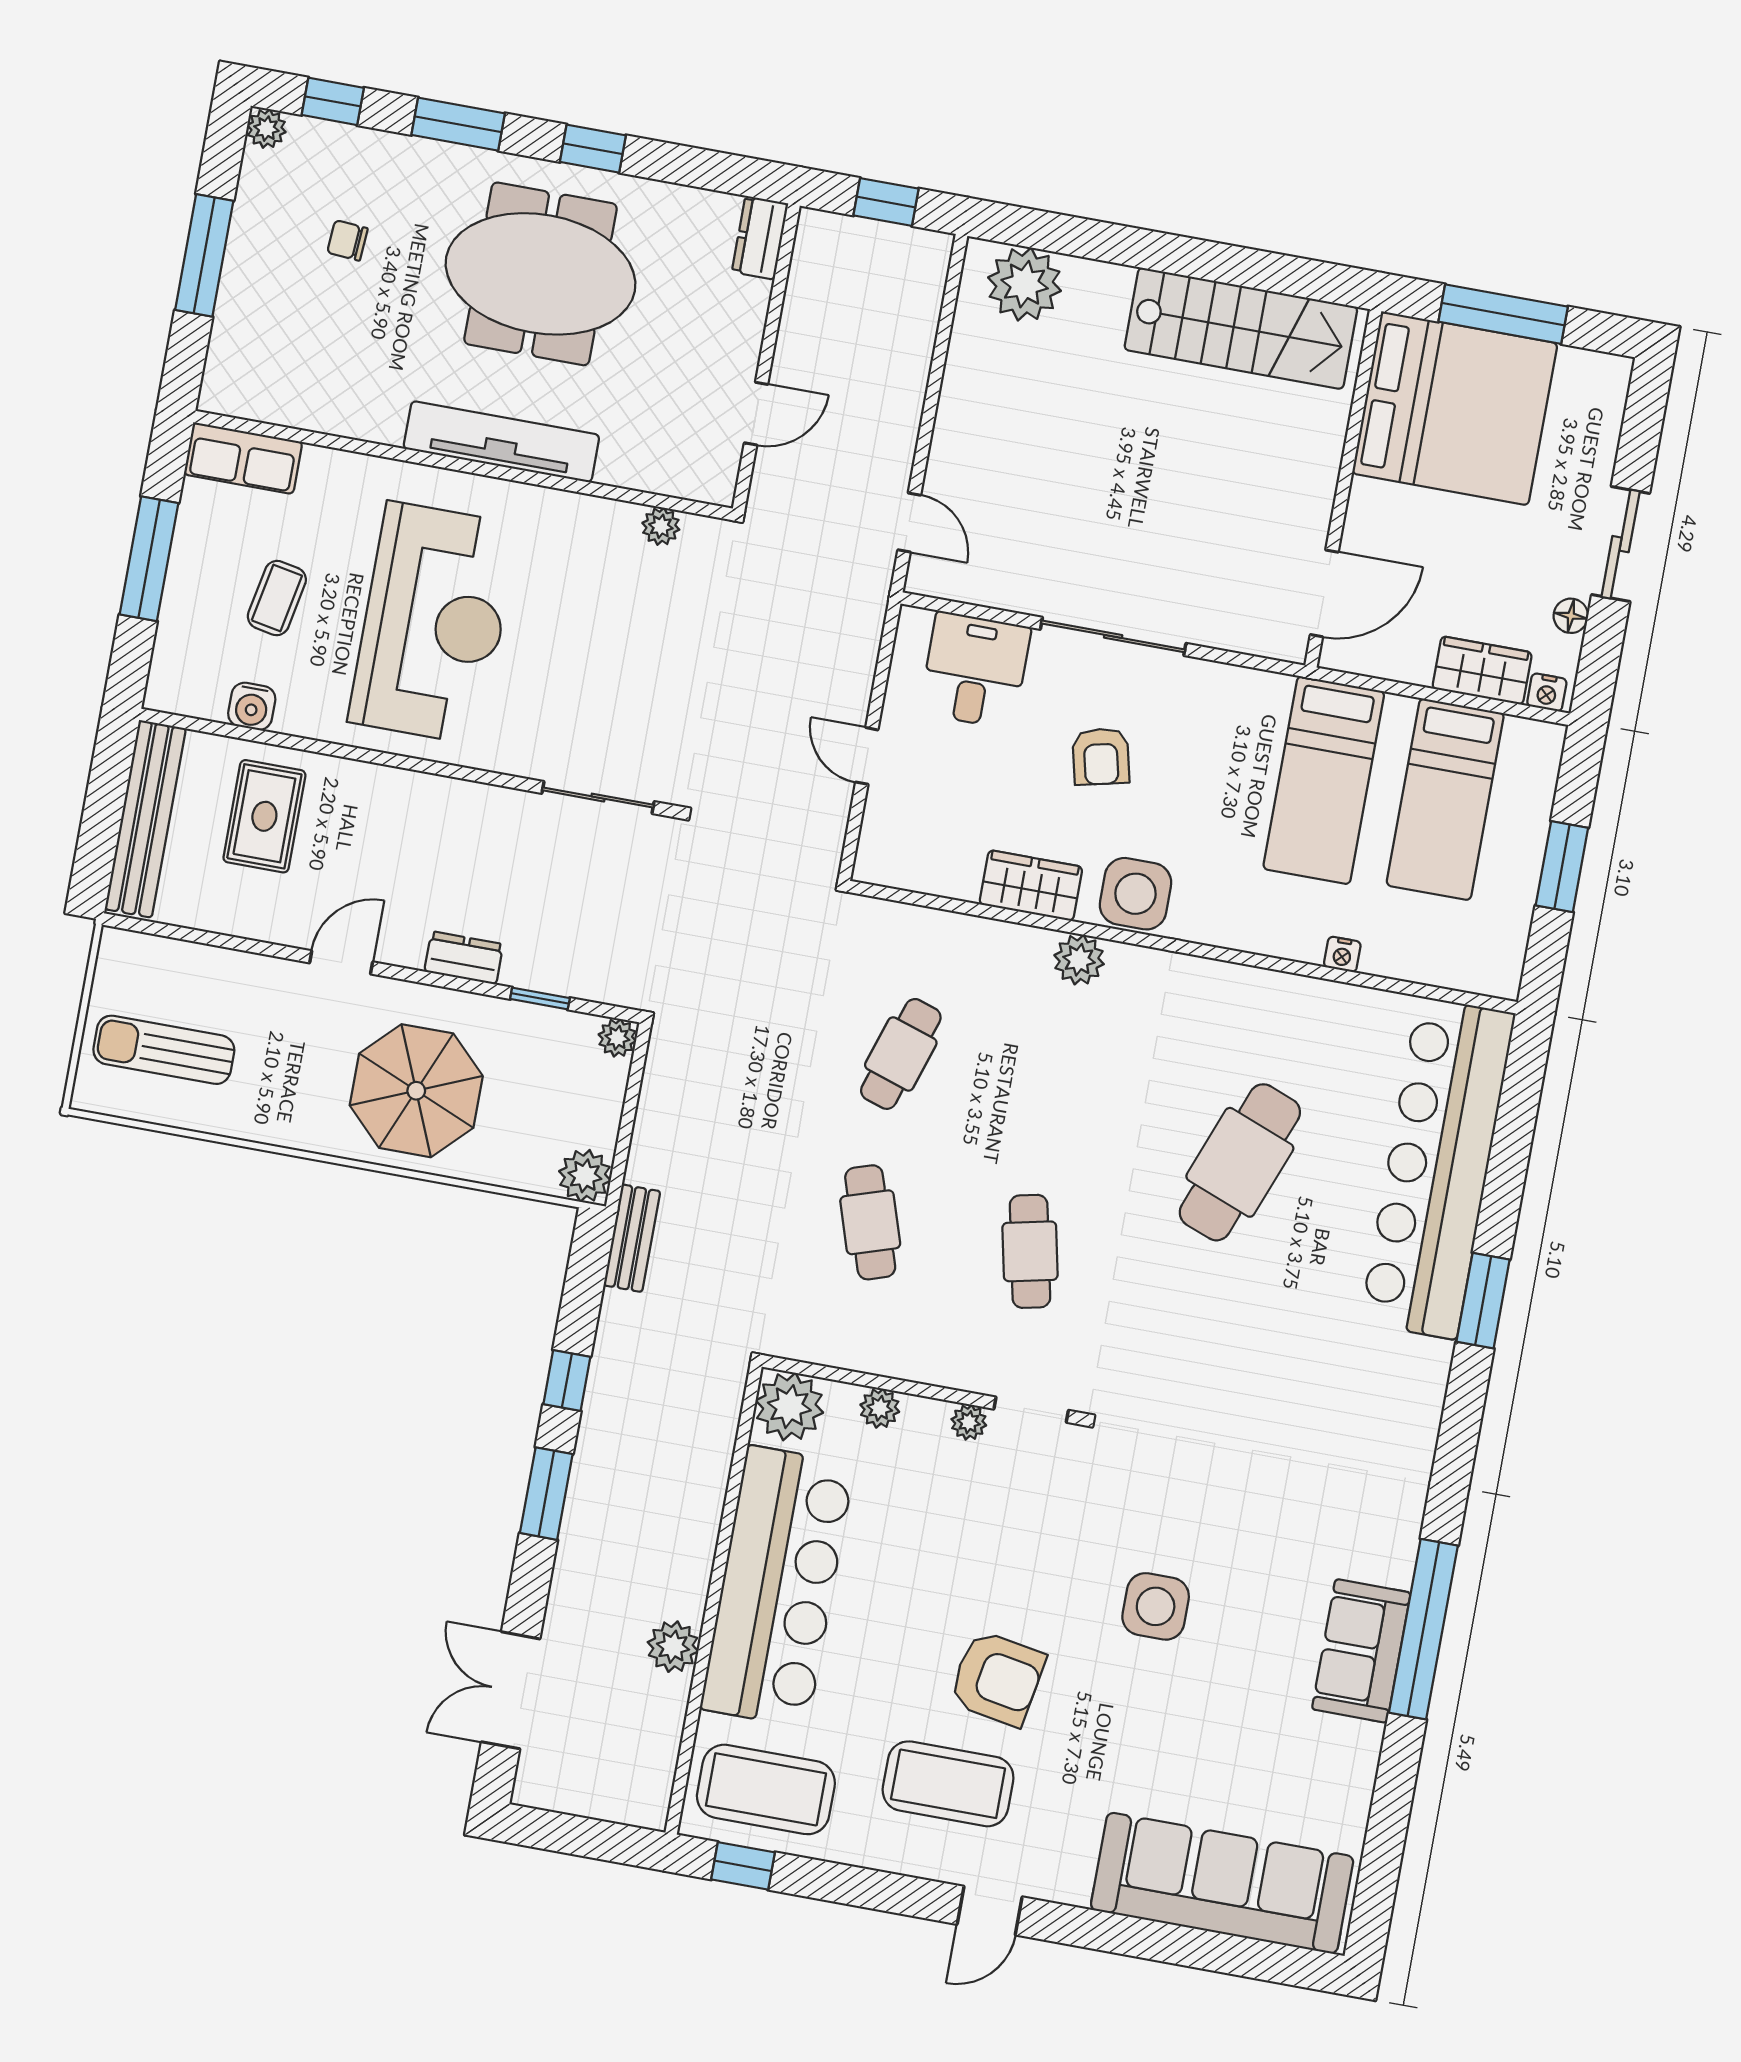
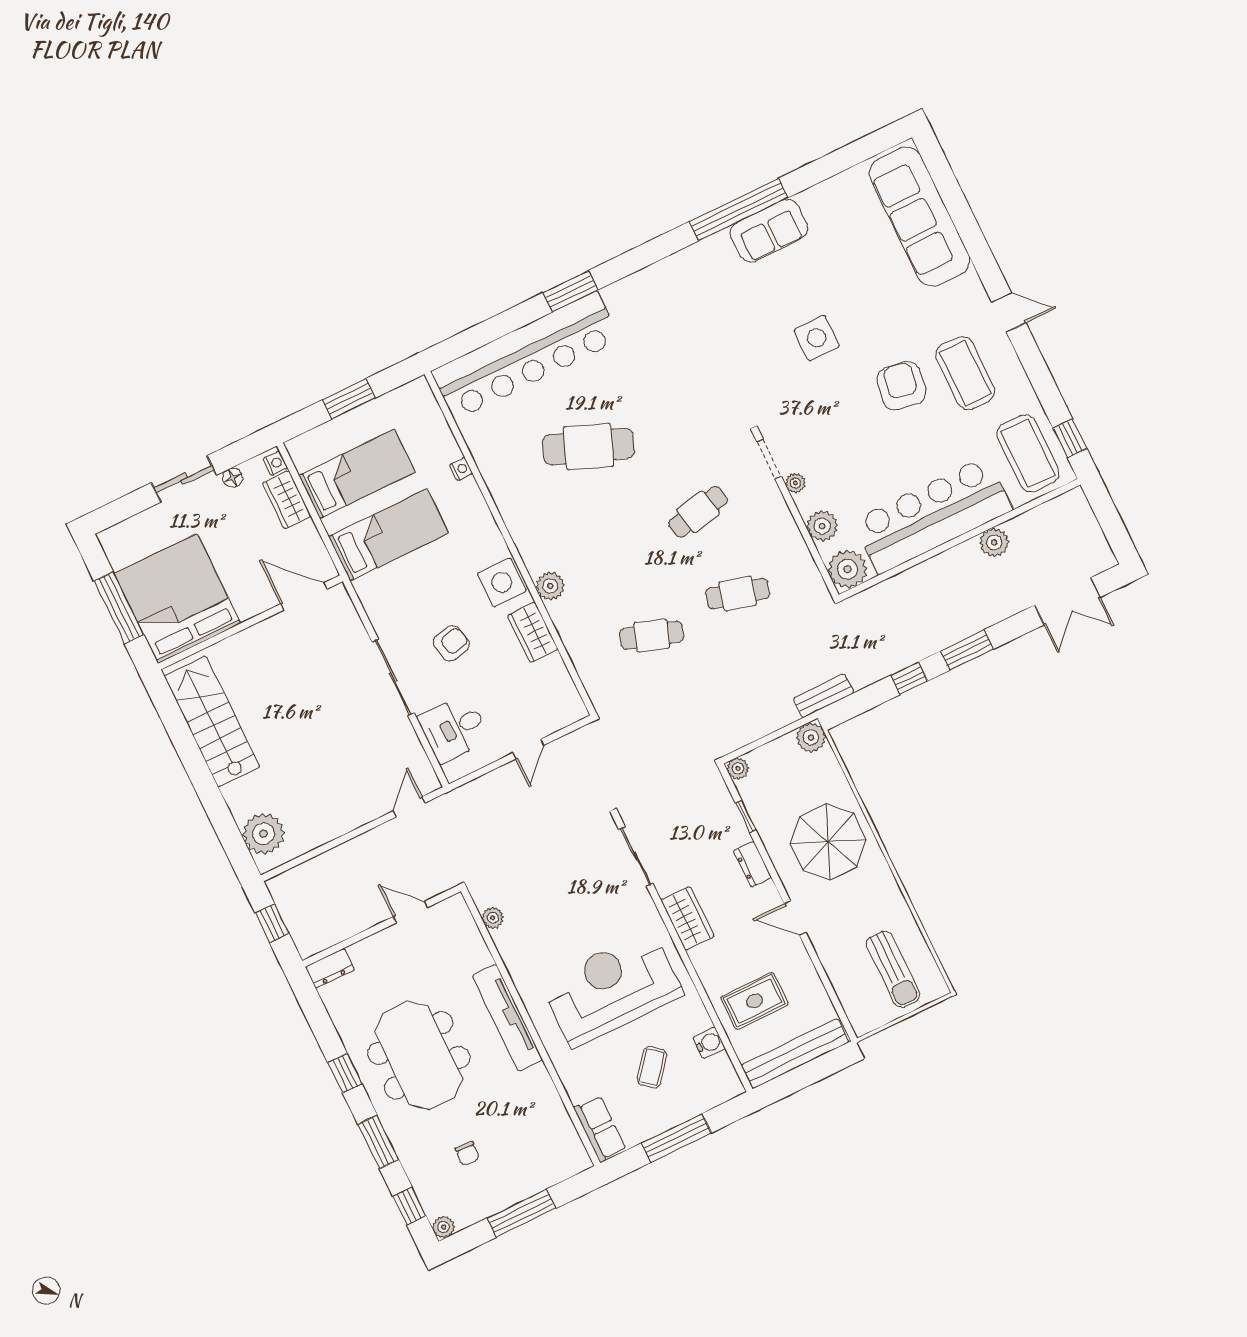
coffee table: (277, 598) -> (652, 1067), turned -63
wardrobe: (454, 807) -> (688, 918), added
cafe table: (870, 1222) -> (738, 594), turned 33
plant: (880, 1408) -> (822, 526), width x1.38, depth x1.38

